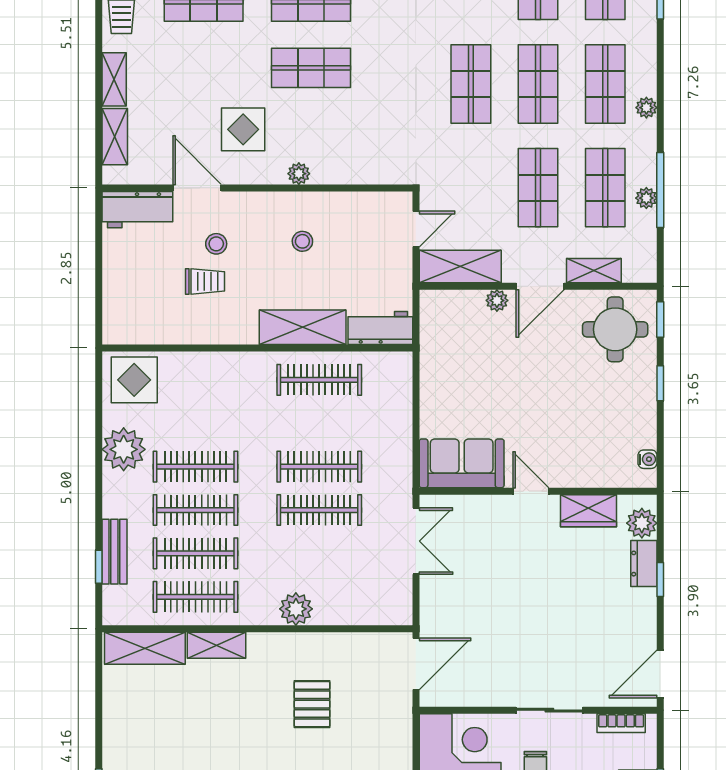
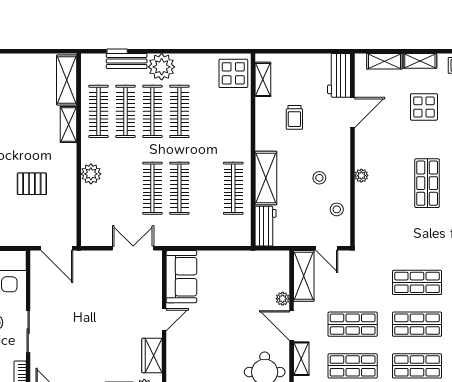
display table: (243, 129) -> (424, 107), moved
stool: (216, 244) -> (337, 209), moved
shelving: (144, 332) -> (263, 79), added
plant: (124, 449) -> (162, 67), moved
double door: (416, 541) -> (133, 248), swing flipped

